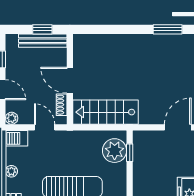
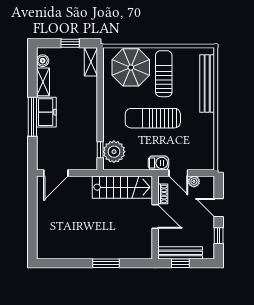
window: (168, 29) -> (106, 263), moved
plant: (12, 118) -> (194, 181), moved
barbecue: (17, 138) -> (158, 163), moved
plant: (11, 171) -> (209, 133), removed

